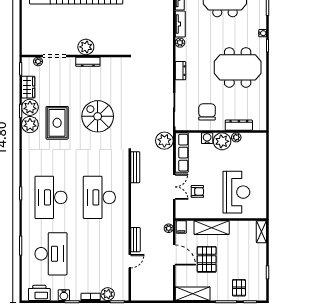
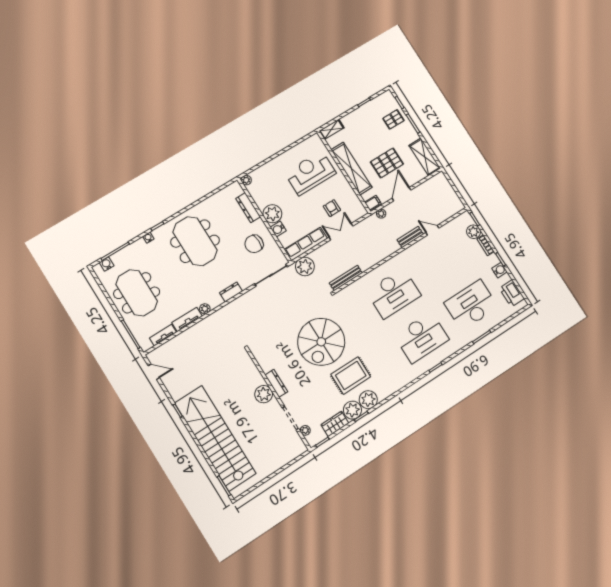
spiral stairs: (98, 116) -> (321, 342), width x1.37, depth x1.37
plant: (236, 137) -> (246, 180), moved
shelving: (212, 228) -> (351, 168), width x1.47

